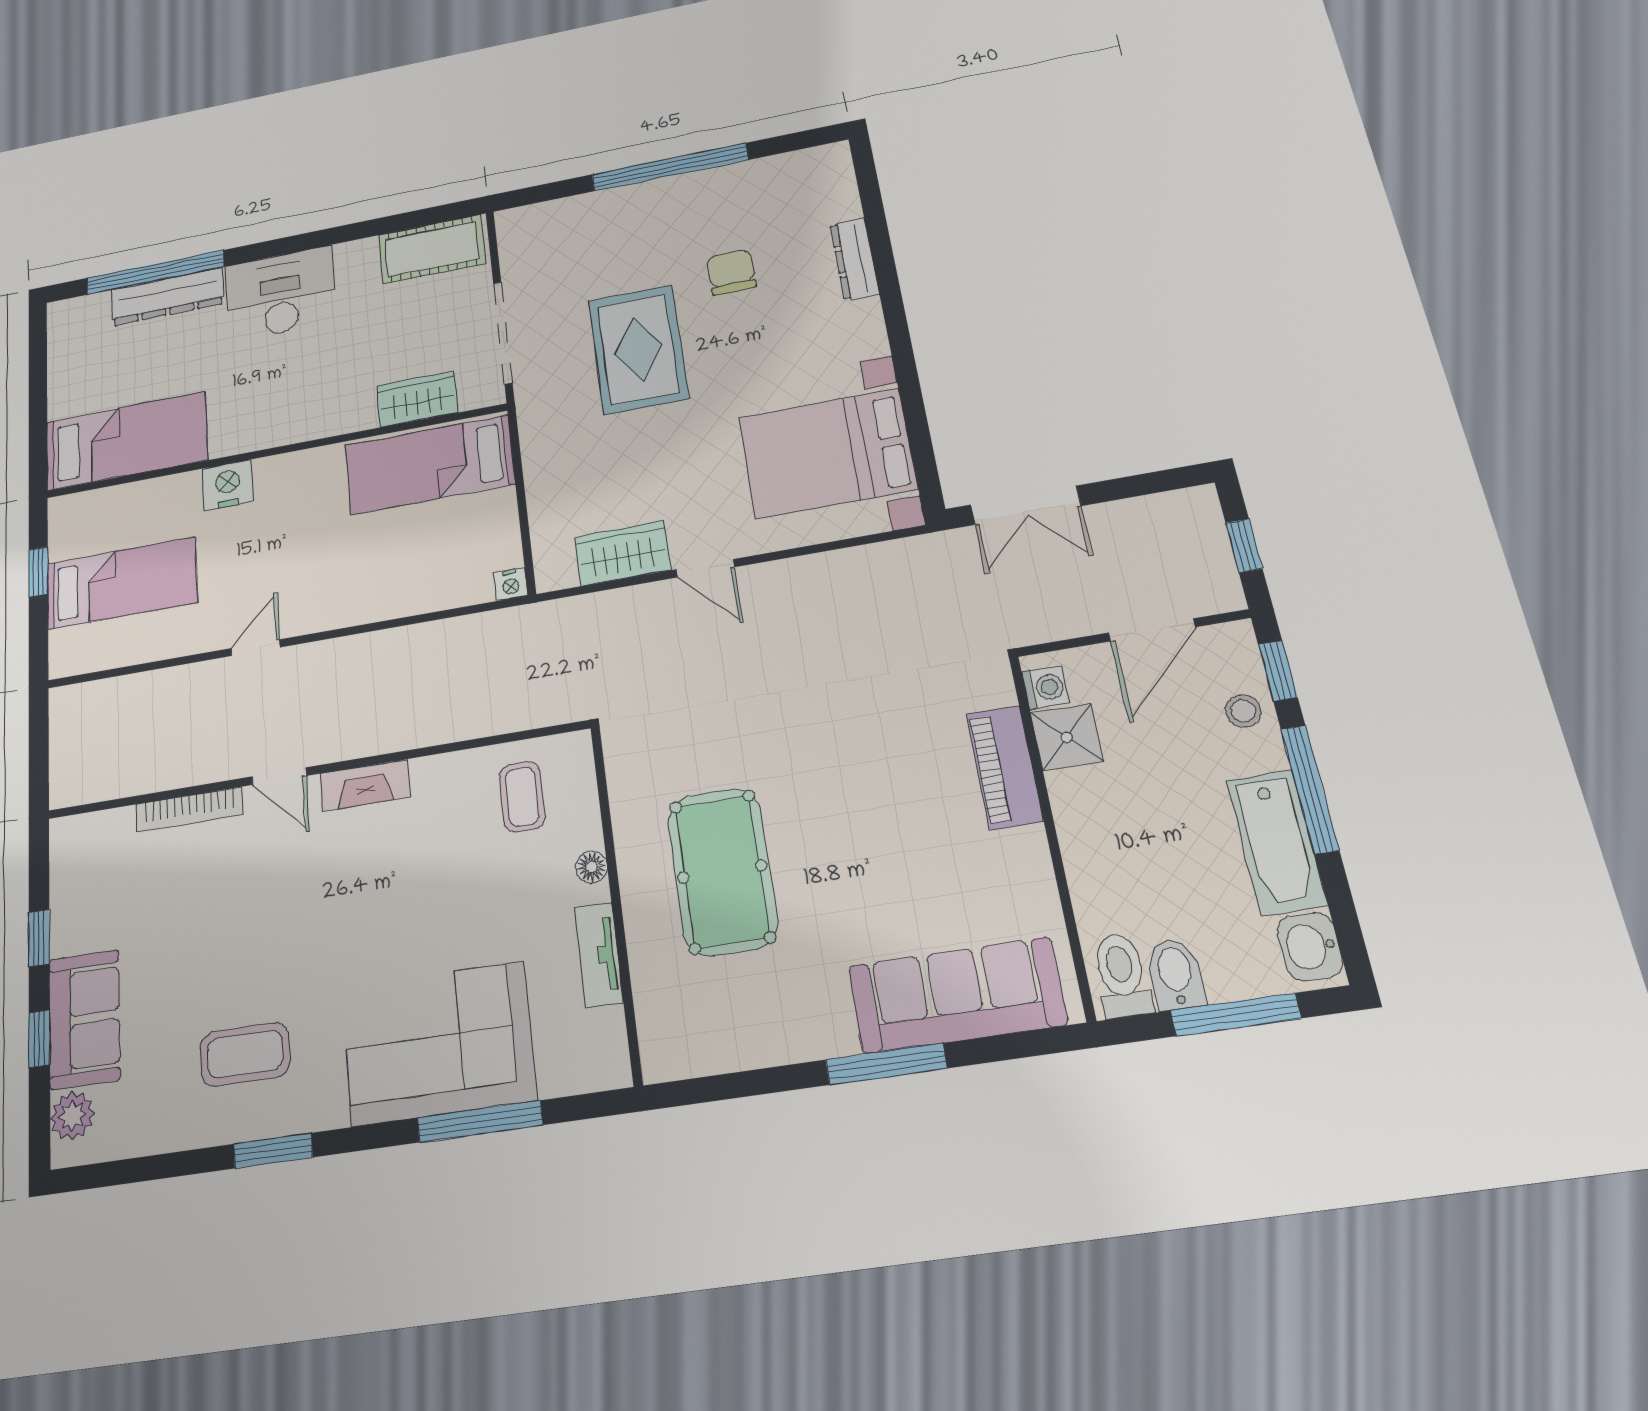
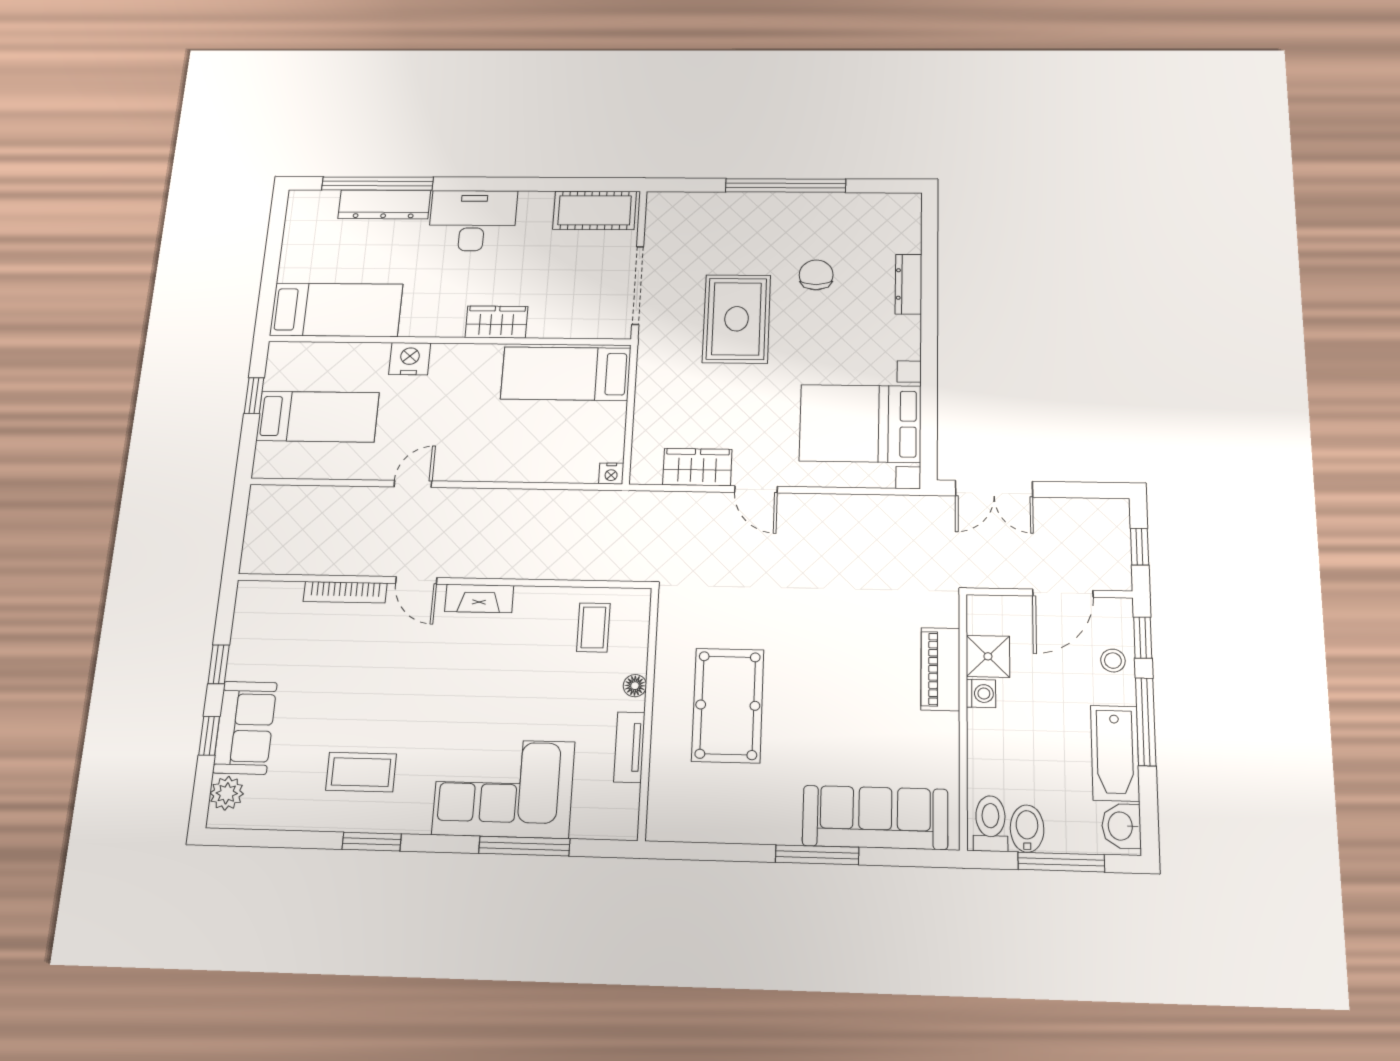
wardrobe: (417, 399) -> (496, 322), moved
washing machine: (1046, 688) -> (981, 693), moved

